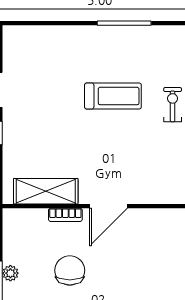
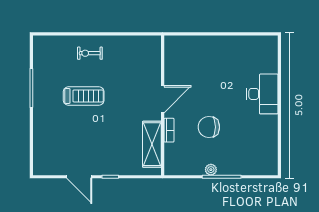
treadmill: (113, 96) -> (84, 96), turned 90
door: (108, 206) -> (163, 99), hinge flipped

